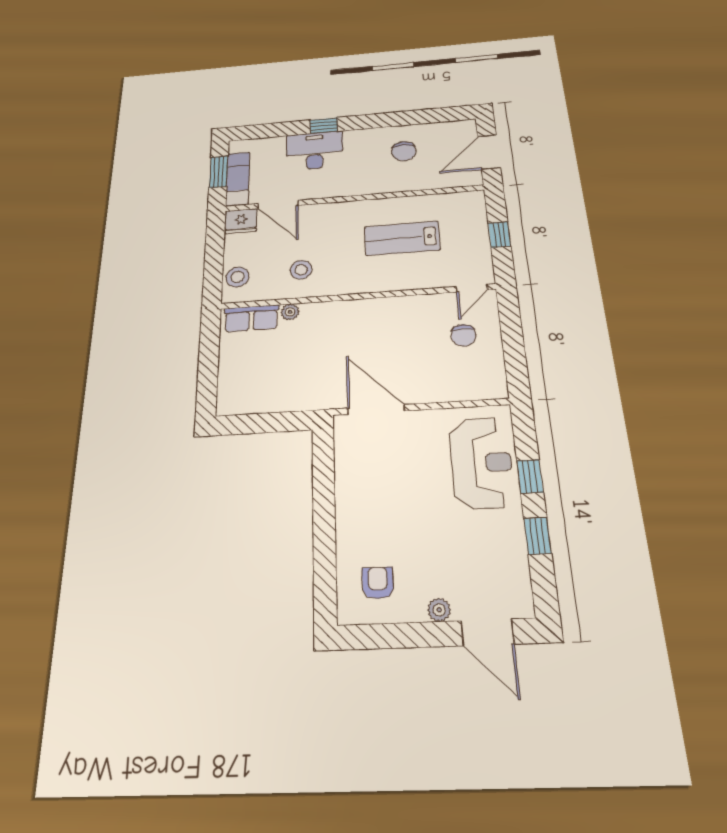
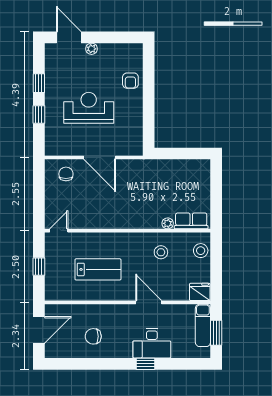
chair: (404, 151) -> (93, 336), turned -90
door: (278, 205) -> (149, 302), moved
chair: (463, 335) -> (66, 174), moved
door: (376, 410) -> (100, 158), moved
reception desk: (481, 463) -> (89, 108), moved, turned 90
armchair: (378, 583) -> (130, 81), moved

